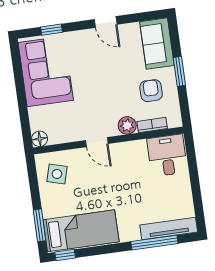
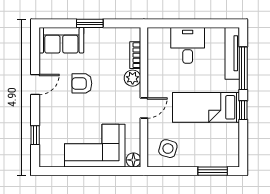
corner sofa: (46, 71) -> (95, 146), moved
armchair: (151, 91) -> (82, 83), moved
desk: (167, 155) -> (188, 45), moved, turned 90
bed: (81, 231) -> (206, 107), moved, turned -90
window: (65, 255) -> (243, 110), moved

